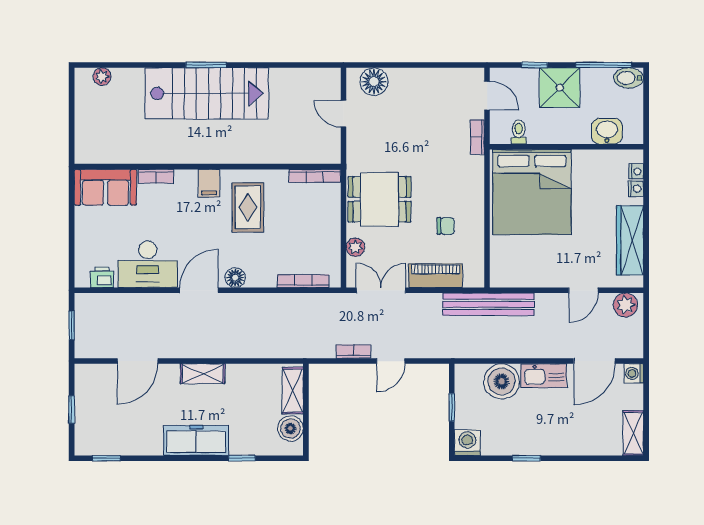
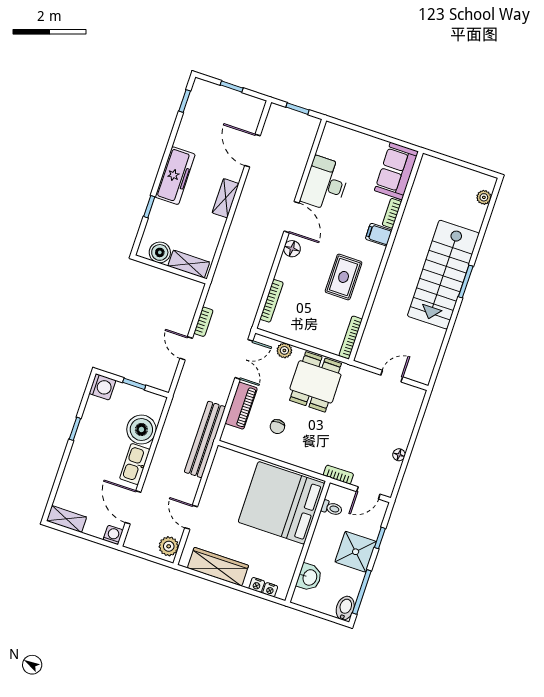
floor lamp: (374, 82) -> (399, 455), moved, width x0.53, depth x0.53
filing cabinet: (209, 183) -> (379, 235), moved
rug: (248, 207) -> (344, 277), turned 90
printer: (102, 277) -> (327, 145), removed

